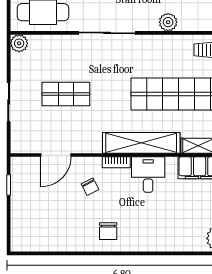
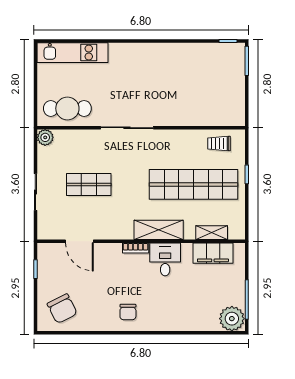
plant: (168, 22) -> (184, 118), removed
shelving: (141, 143) -> (159, 230), width x0.68
door: (56, 155) -> (79, 241), hinge flipped
chair: (90, 187) -> (62, 309), moved, width x1.87, depth x1.87

